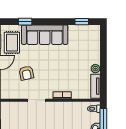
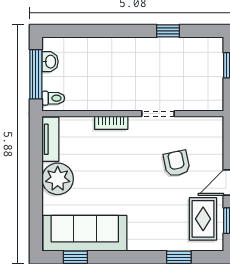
sofa: (45, 35) -> (85, 233), moved
plant: (95, 69) -> (58, 179), width x1.87, depth x1.87

